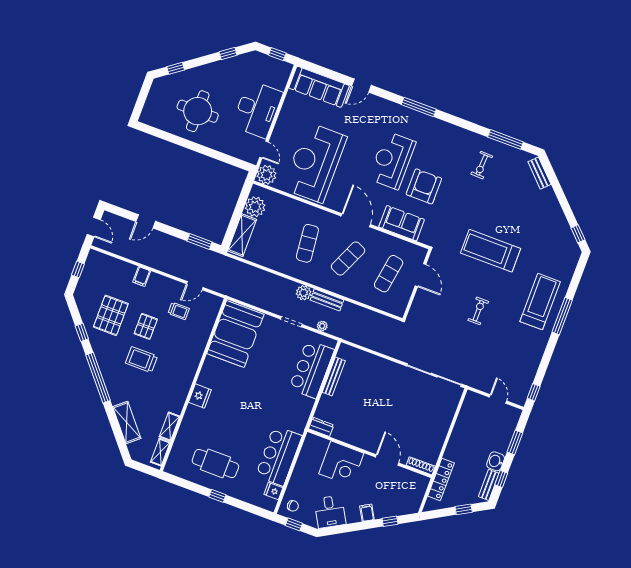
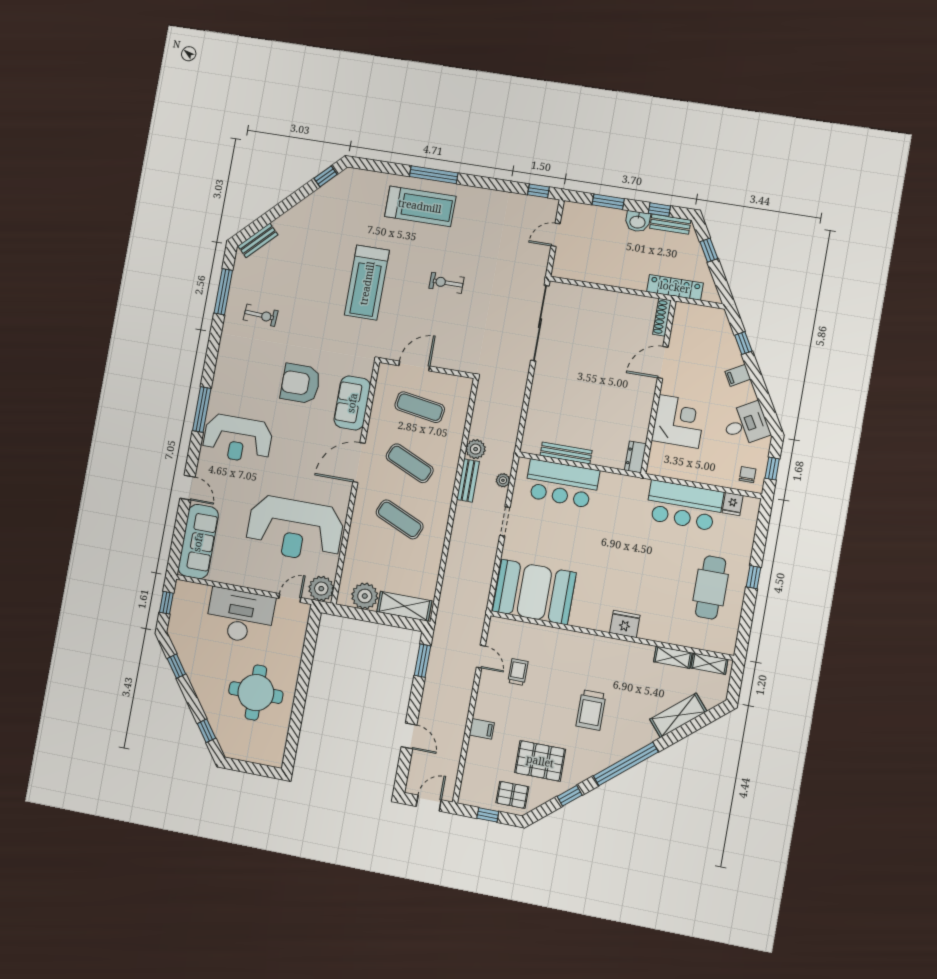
reception desk: (392, 161) -> (238, 439), moved
exercise mat: (307, 243) -> (400, 519), turned 30
plant: (304, 293) -> (476, 449), moved
treadmill: (540, 302) -> (420, 206), turned 180
pallet: (146, 326) -> (512, 795), moved

